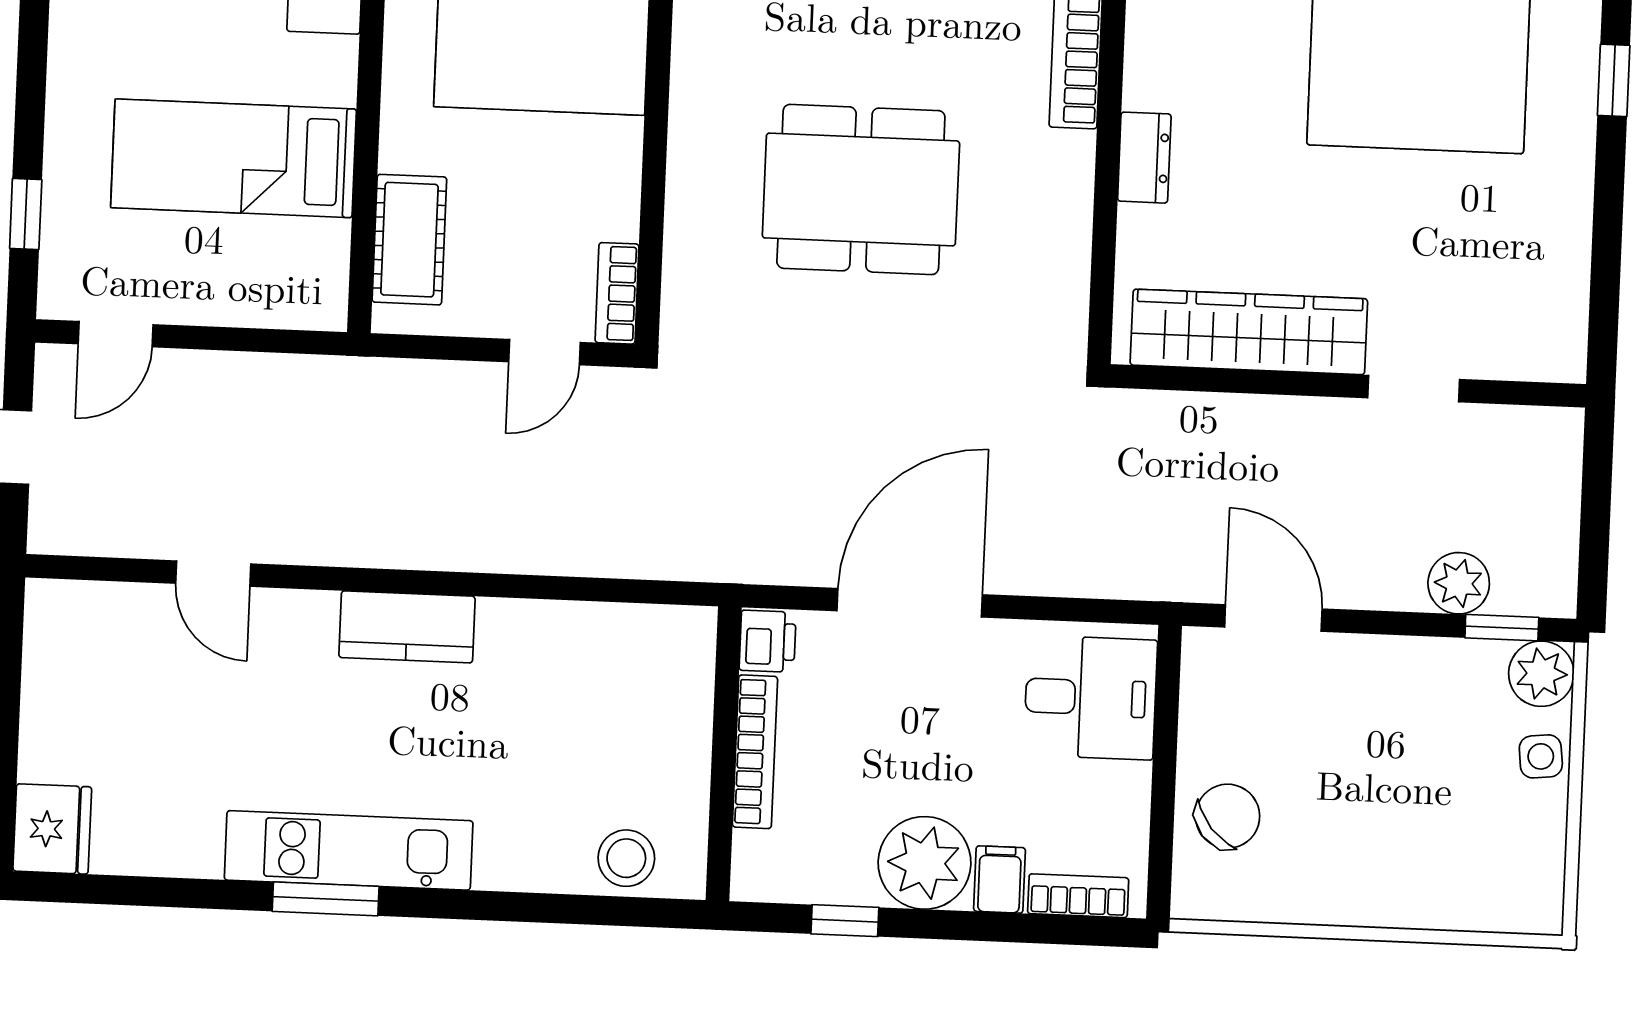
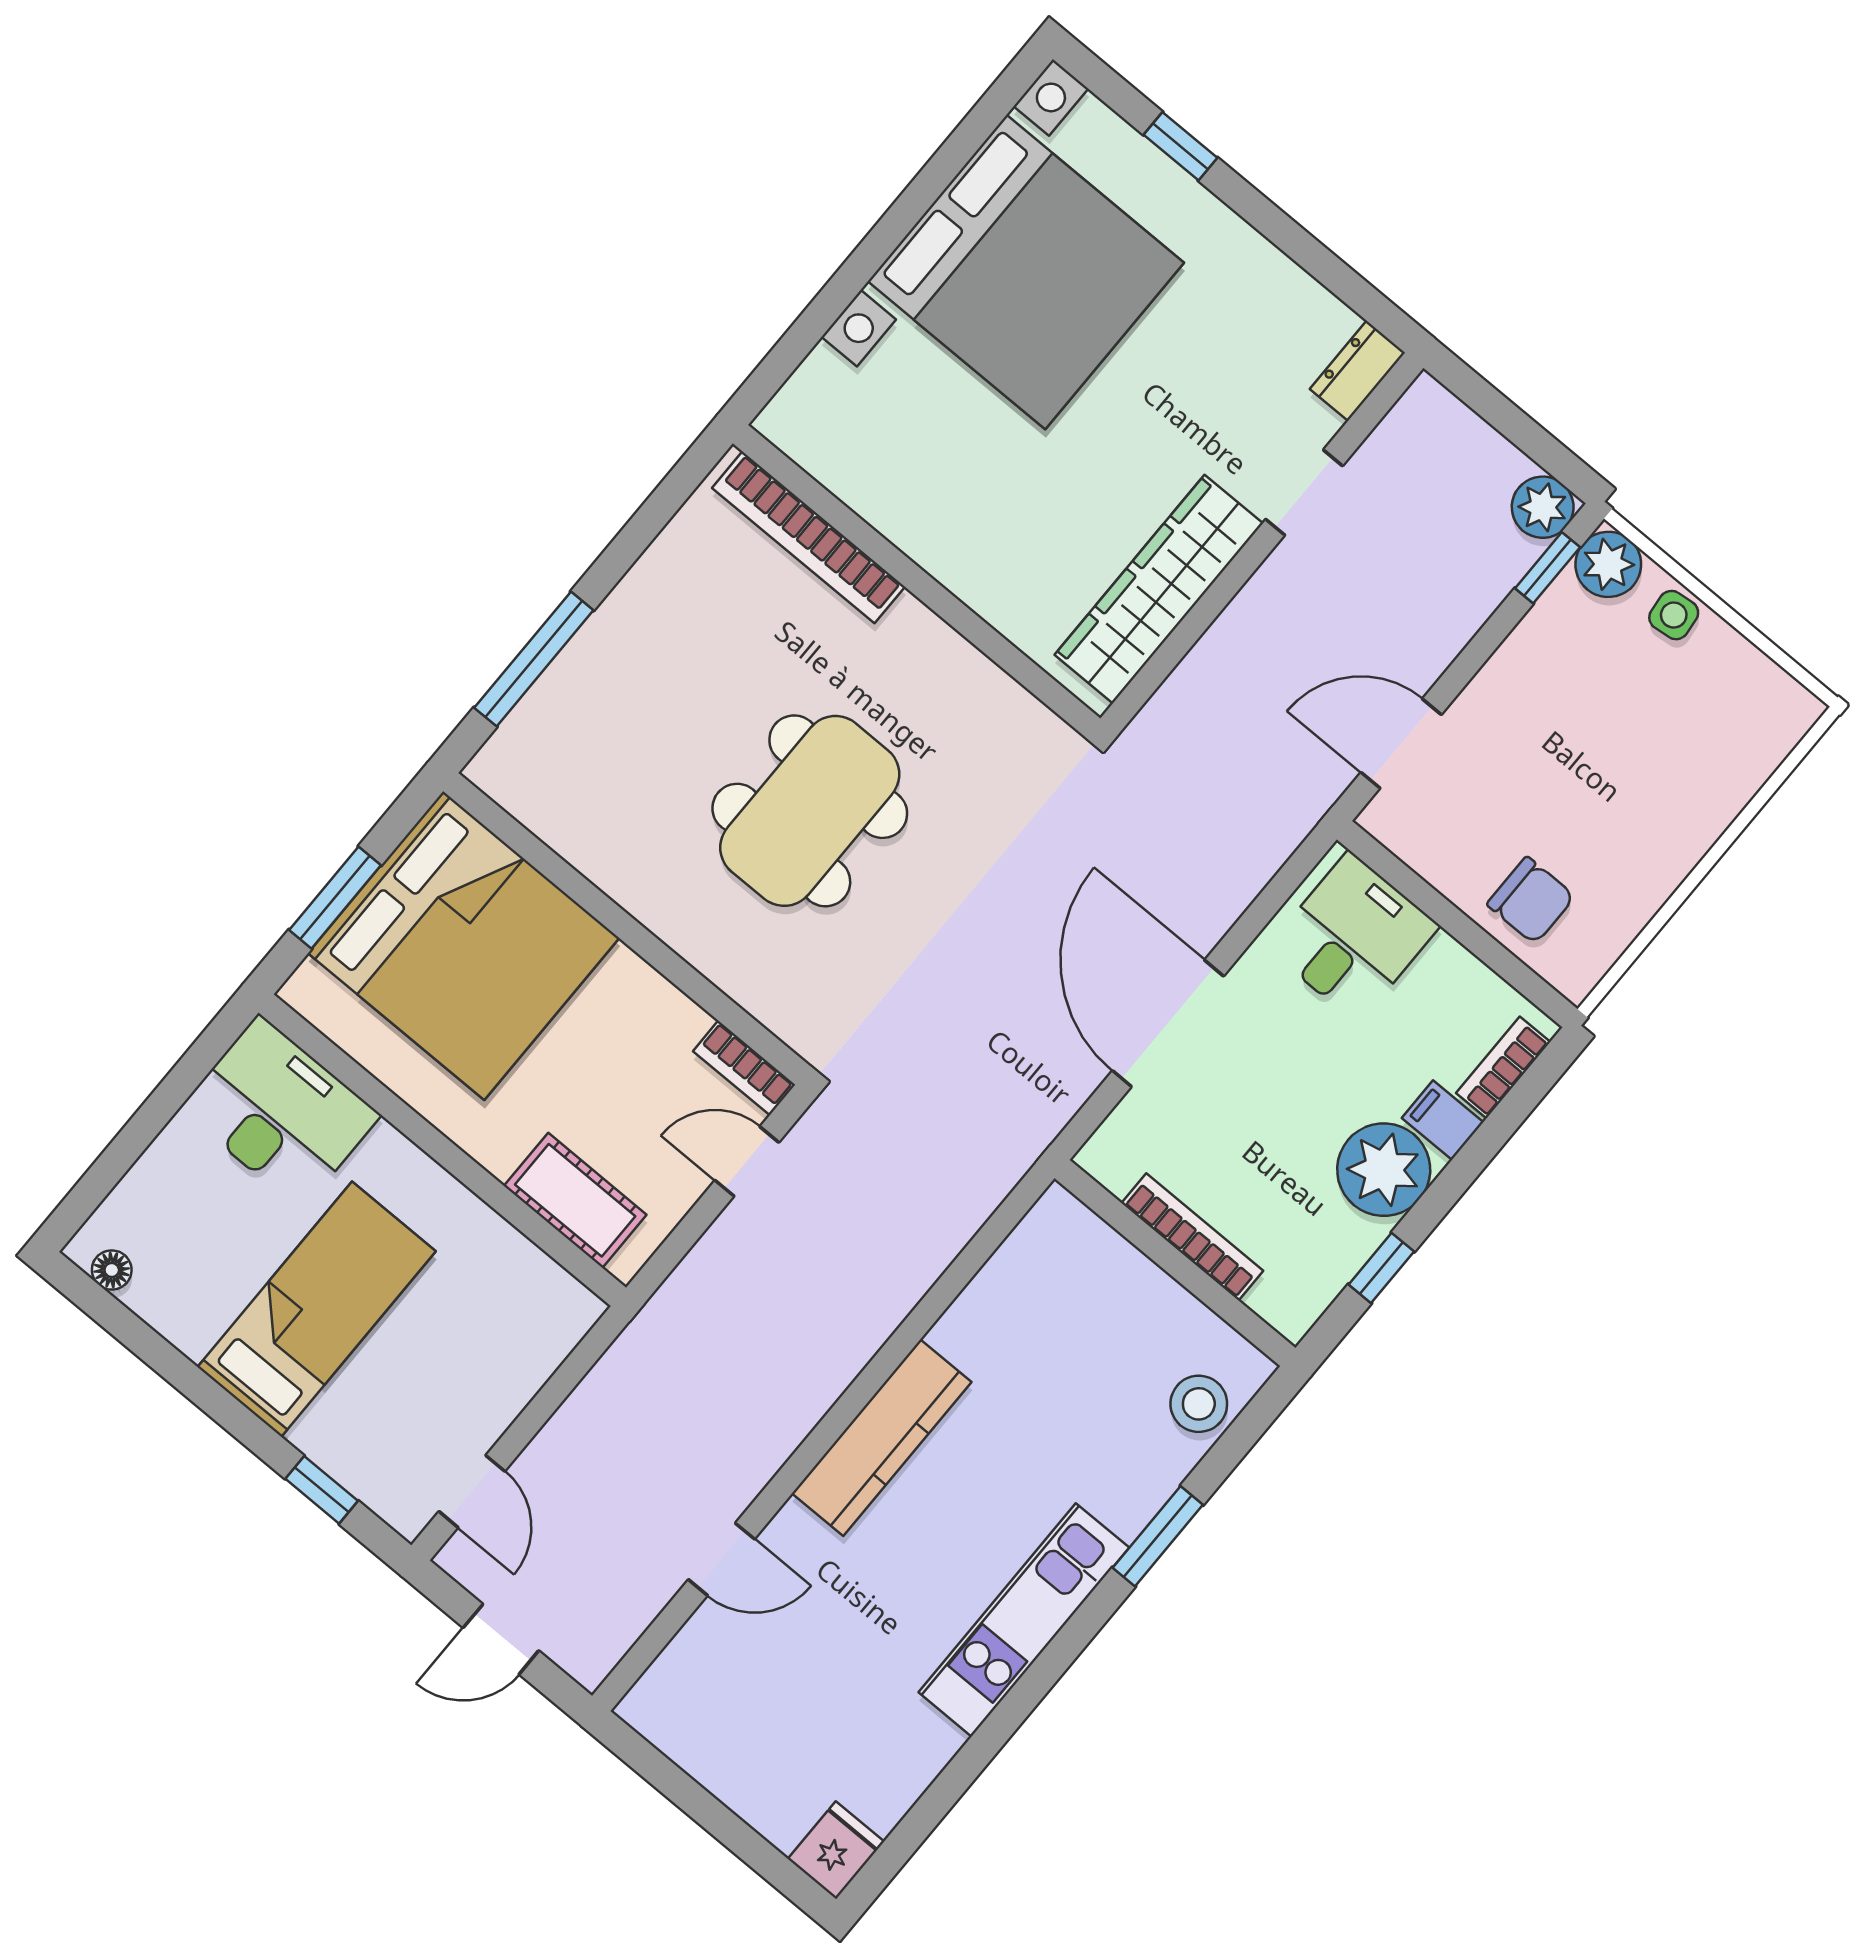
bed: (234, 158) -> (317, 1309), moved, turned 180
dresser: (1144, 158) -> (1357, 371), moved, turned -90
door: (545, 352) -> (747, 1161), swing flipped
plant: (1459, 583) -> (1543, 507), moved
kitchen counter: (407, 627) -> (882, 1438), width x1.50
printer: (768, 641) -> (1112, 1160), removed
chair: (1228, 816) -> (1531, 900), turned 130
fridge: (52, 829) -> (836, 1850), width x0.72
window: (326, 899) -> (1158, 1536), moved

